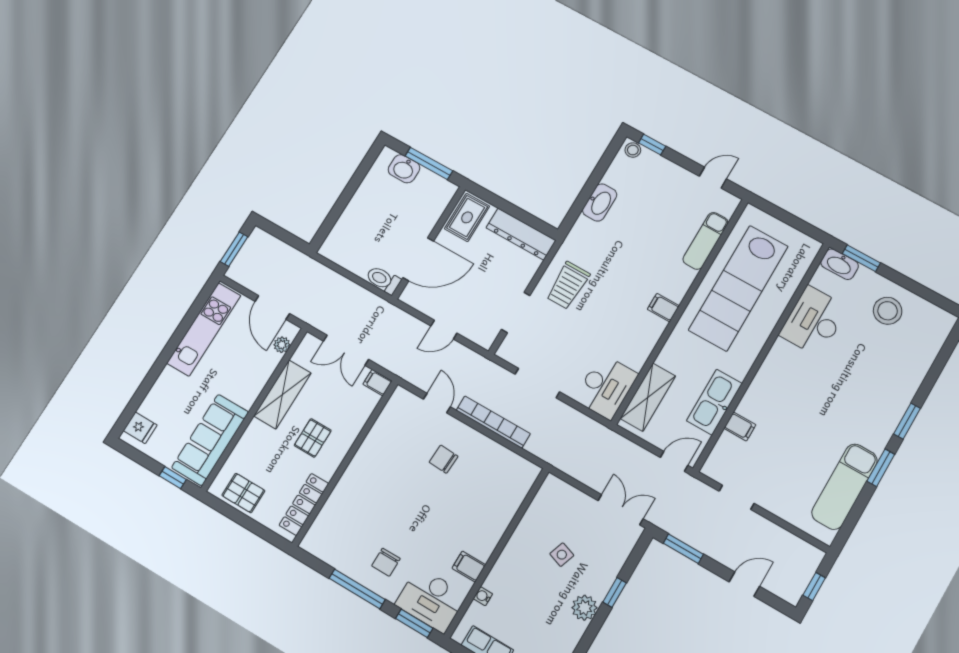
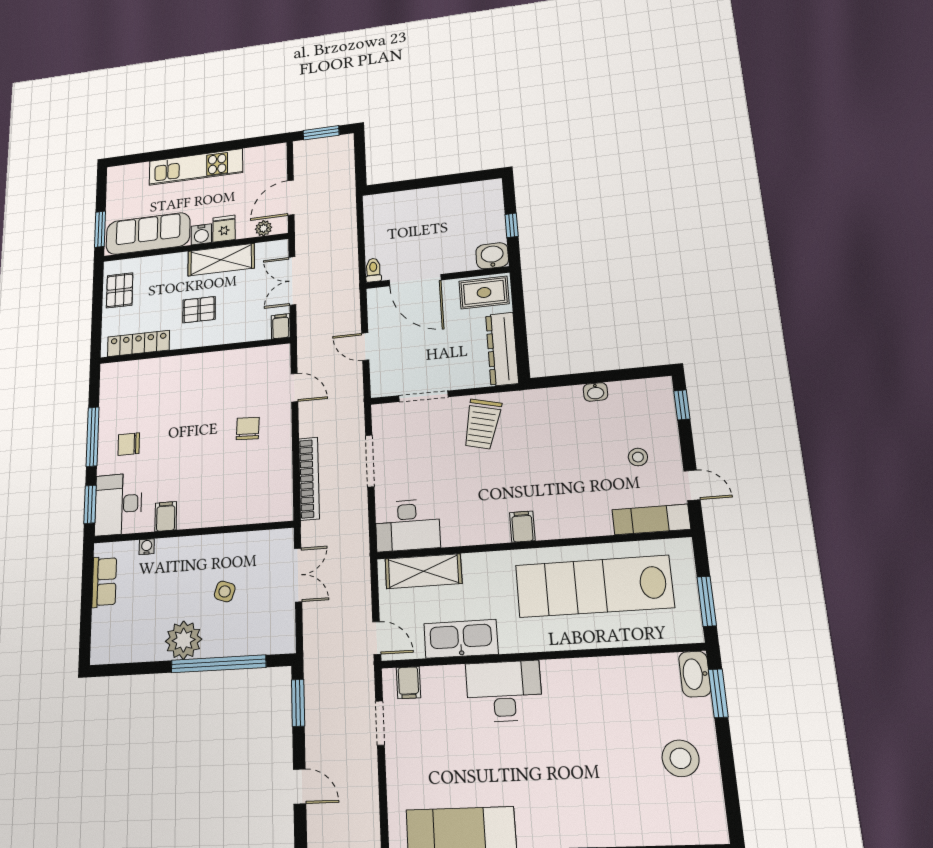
stool: (633, 150) -> (638, 457), moved
window: (429, 163) -> (512, 225), width x0.46
washbasin: (404, 169) -> (492, 256), moved, turned 90
washbasin: (600, 202) -> (595, 392), width x0.52, depth x0.69
window: (797, 223) -> (707, 601), added
exam couch: (705, 241) -> (651, 519), moved
toilet: (383, 280) -> (373, 270), width x0.73, depth x0.72
trolley: (568, 285) -> (482, 424), turned -76
desk: (814, 321) -> (504, 691), moved
kitchen unit: (204, 329) -> (196, 167), moved
water cooler: (247, 397) -> (201, 234), added
door: (437, 403) -> (294, 388), hinge flipped
bookcase: (493, 422) -> (309, 479), moved
filing cabinet: (740, 427) -> (408, 683), moved
fridge: (140, 428) -> (224, 229), moved, turned 180
window: (173, 478) -> (100, 229), width x1.50
double door: (621, 510) -> (298, 575), moved
window: (615, 592) -> (218, 664), width x3.17
plant: (584, 608) -> (184, 640), width x1.36, depth x1.36

